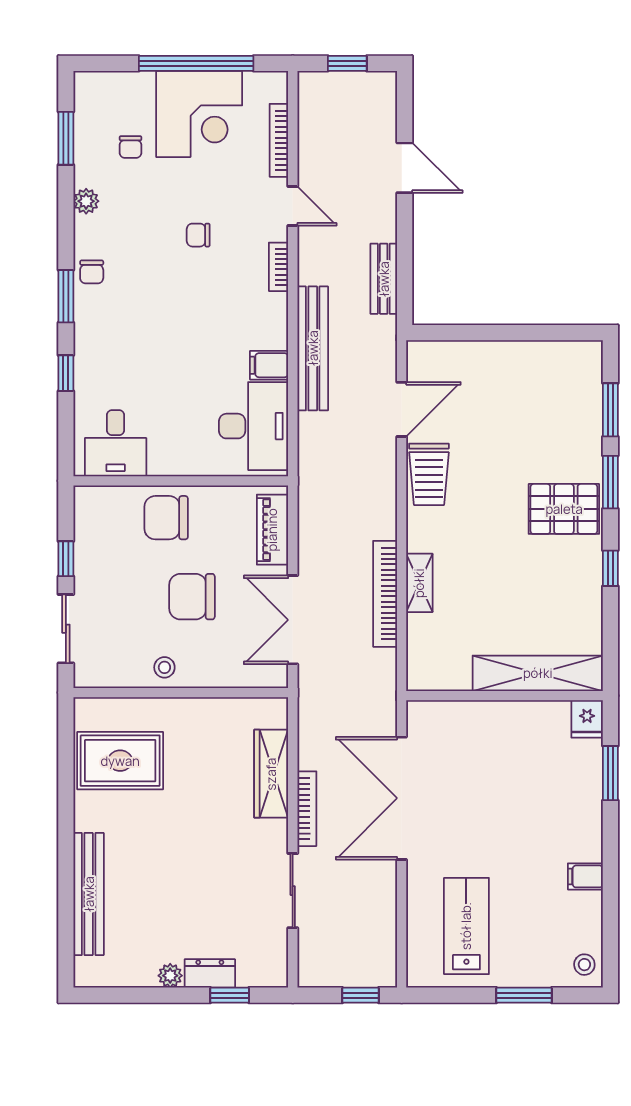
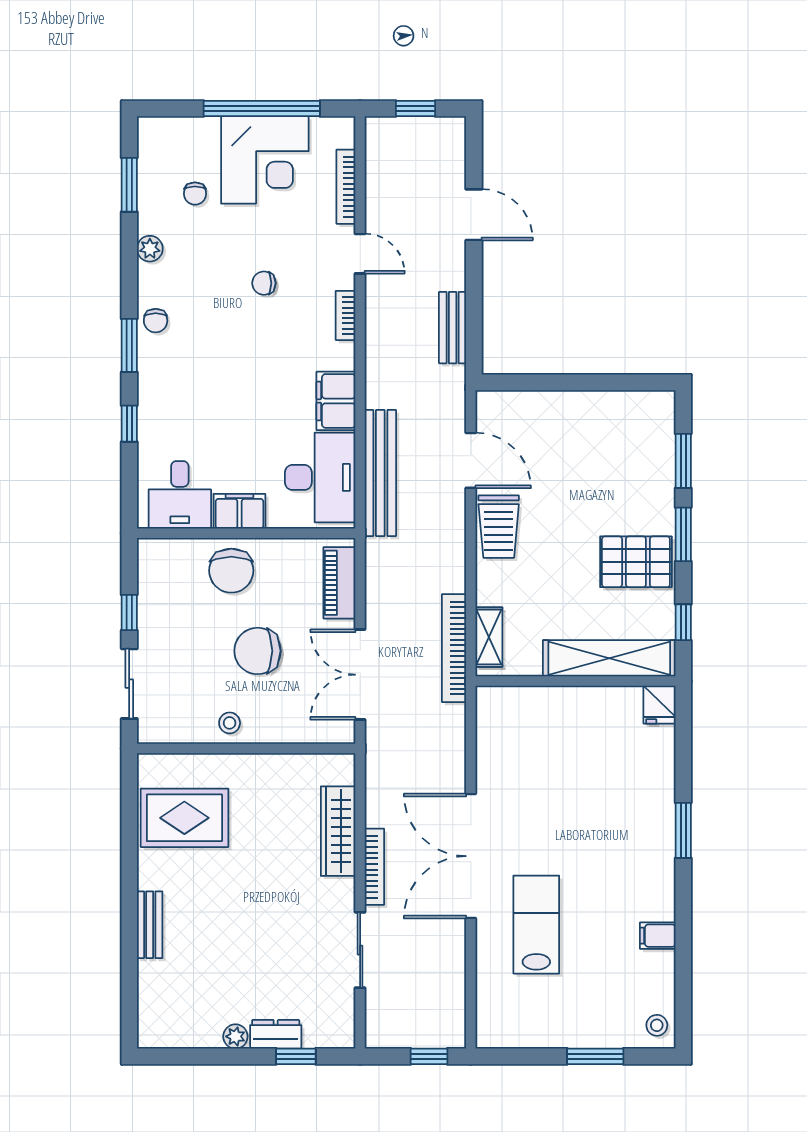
bench: (313, 348) -> (380, 473), moved
filing cabinet: (269, 365) -> (336, 401), width x2.00
door: (402, 409) -> (471, 460), hinge flipped
filing cabinet: (174, 459) -> (239, 511), added
chair: (166, 518) -> (231, 571), turned -90
shelving: (538, 673) -> (609, 658), moved
wall: (504, 696) -> (575, 681), moved
fridge: (587, 719) -> (659, 705), moved
bench: (89, 894) -> (150, 925), width x0.54, depth x0.82
lab bench: (466, 926) -> (536, 925), moved

